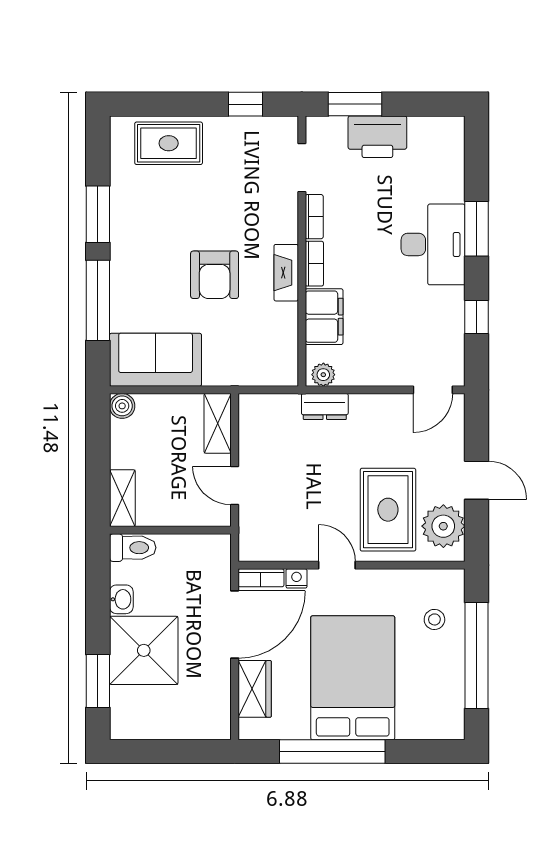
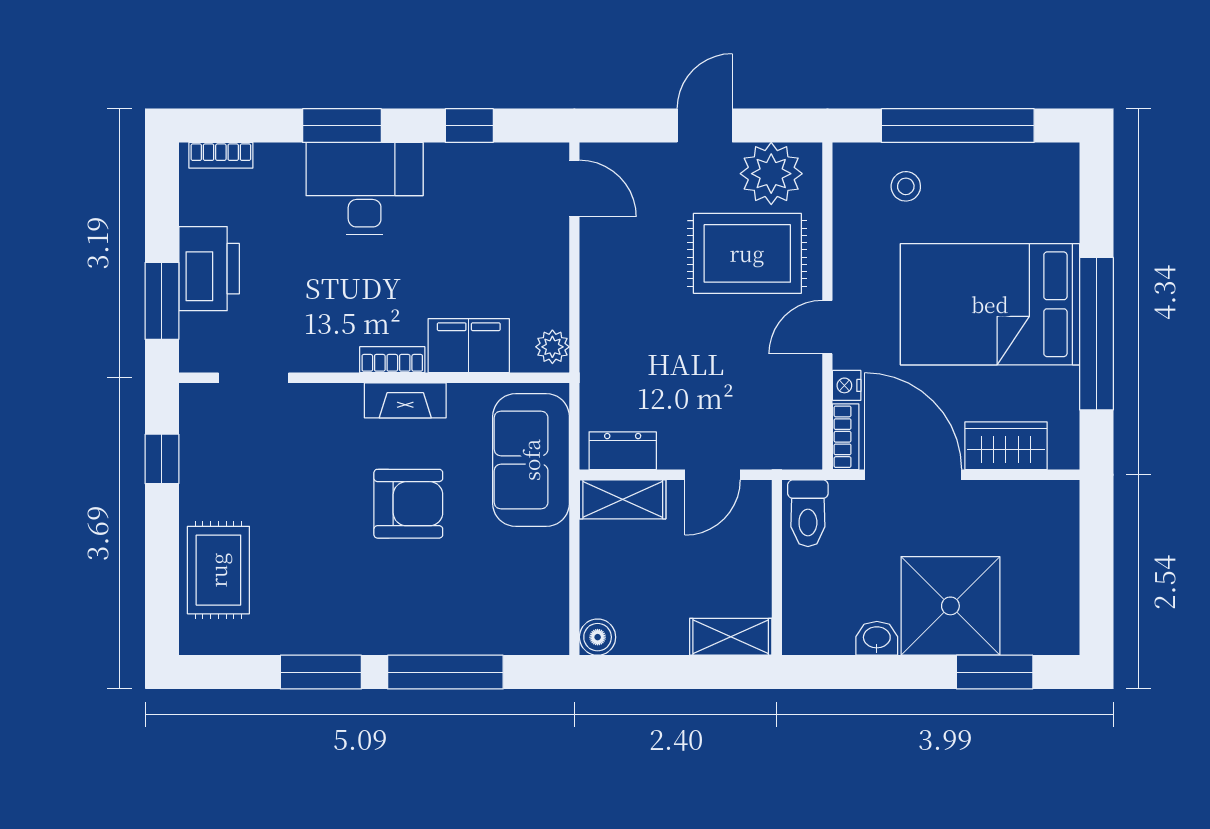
bookcase: (314, 217) -> (221, 155), moved, turned 180
sofa: (156, 360) -> (531, 460), moved
dresser: (325, 406) -> (623, 451), moved, turned -90
toilet: (133, 548) -> (808, 513), moved, turned 180

